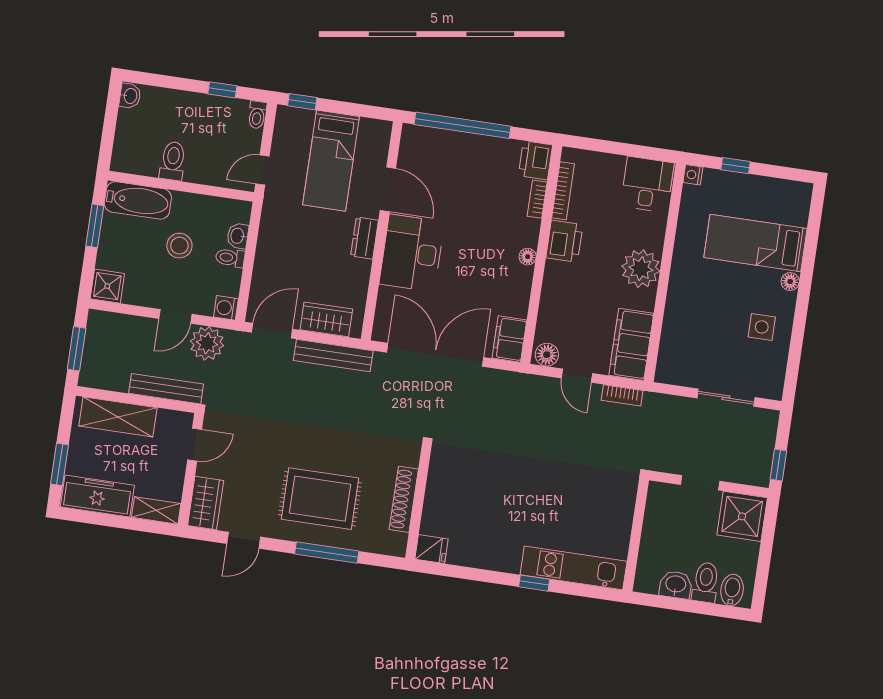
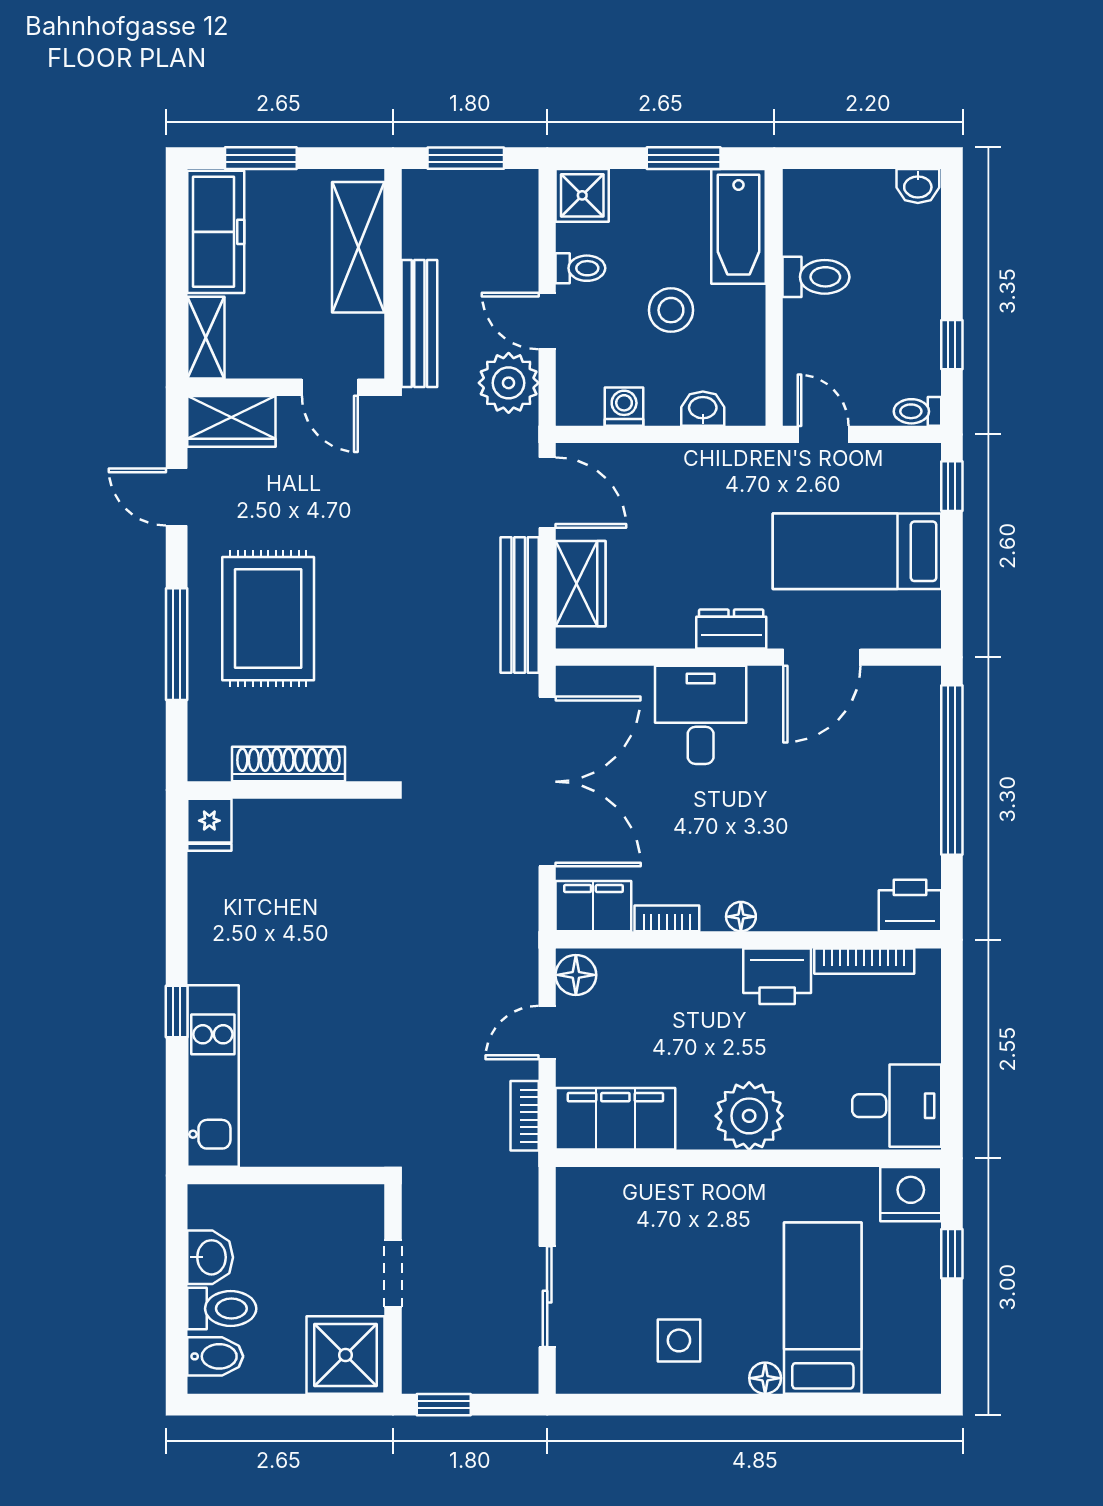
nightstand: (693, 175) -> (911, 1194), width x1.89, depth x1.79
bookcase: (537, 199) -> (667, 918), moved
desk: (412, 253) -> (701, 715), width x0.73
toilet: (230, 258) -> (580, 268), moved, turned 90
washing machine: (226, 308) -> (624, 407), moved

